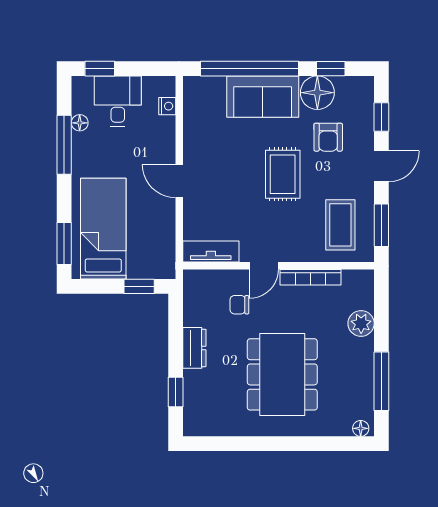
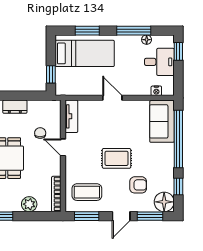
floor lamp: (317, 93) -> (164, 202), moved
sofa: (263, 97) -> (162, 121), moved
window: (381, 117) -> (150, 216), width x1.50
armchair: (328, 137) -> (138, 185), turned 180
door: (381, 166) -> (121, 216), hinge flipped
door: (179, 181) -> (112, 98), hinge flipped
window: (64, 244) -> (87, 31), moved
bookcase: (311, 277) -> (56, 194), moved

